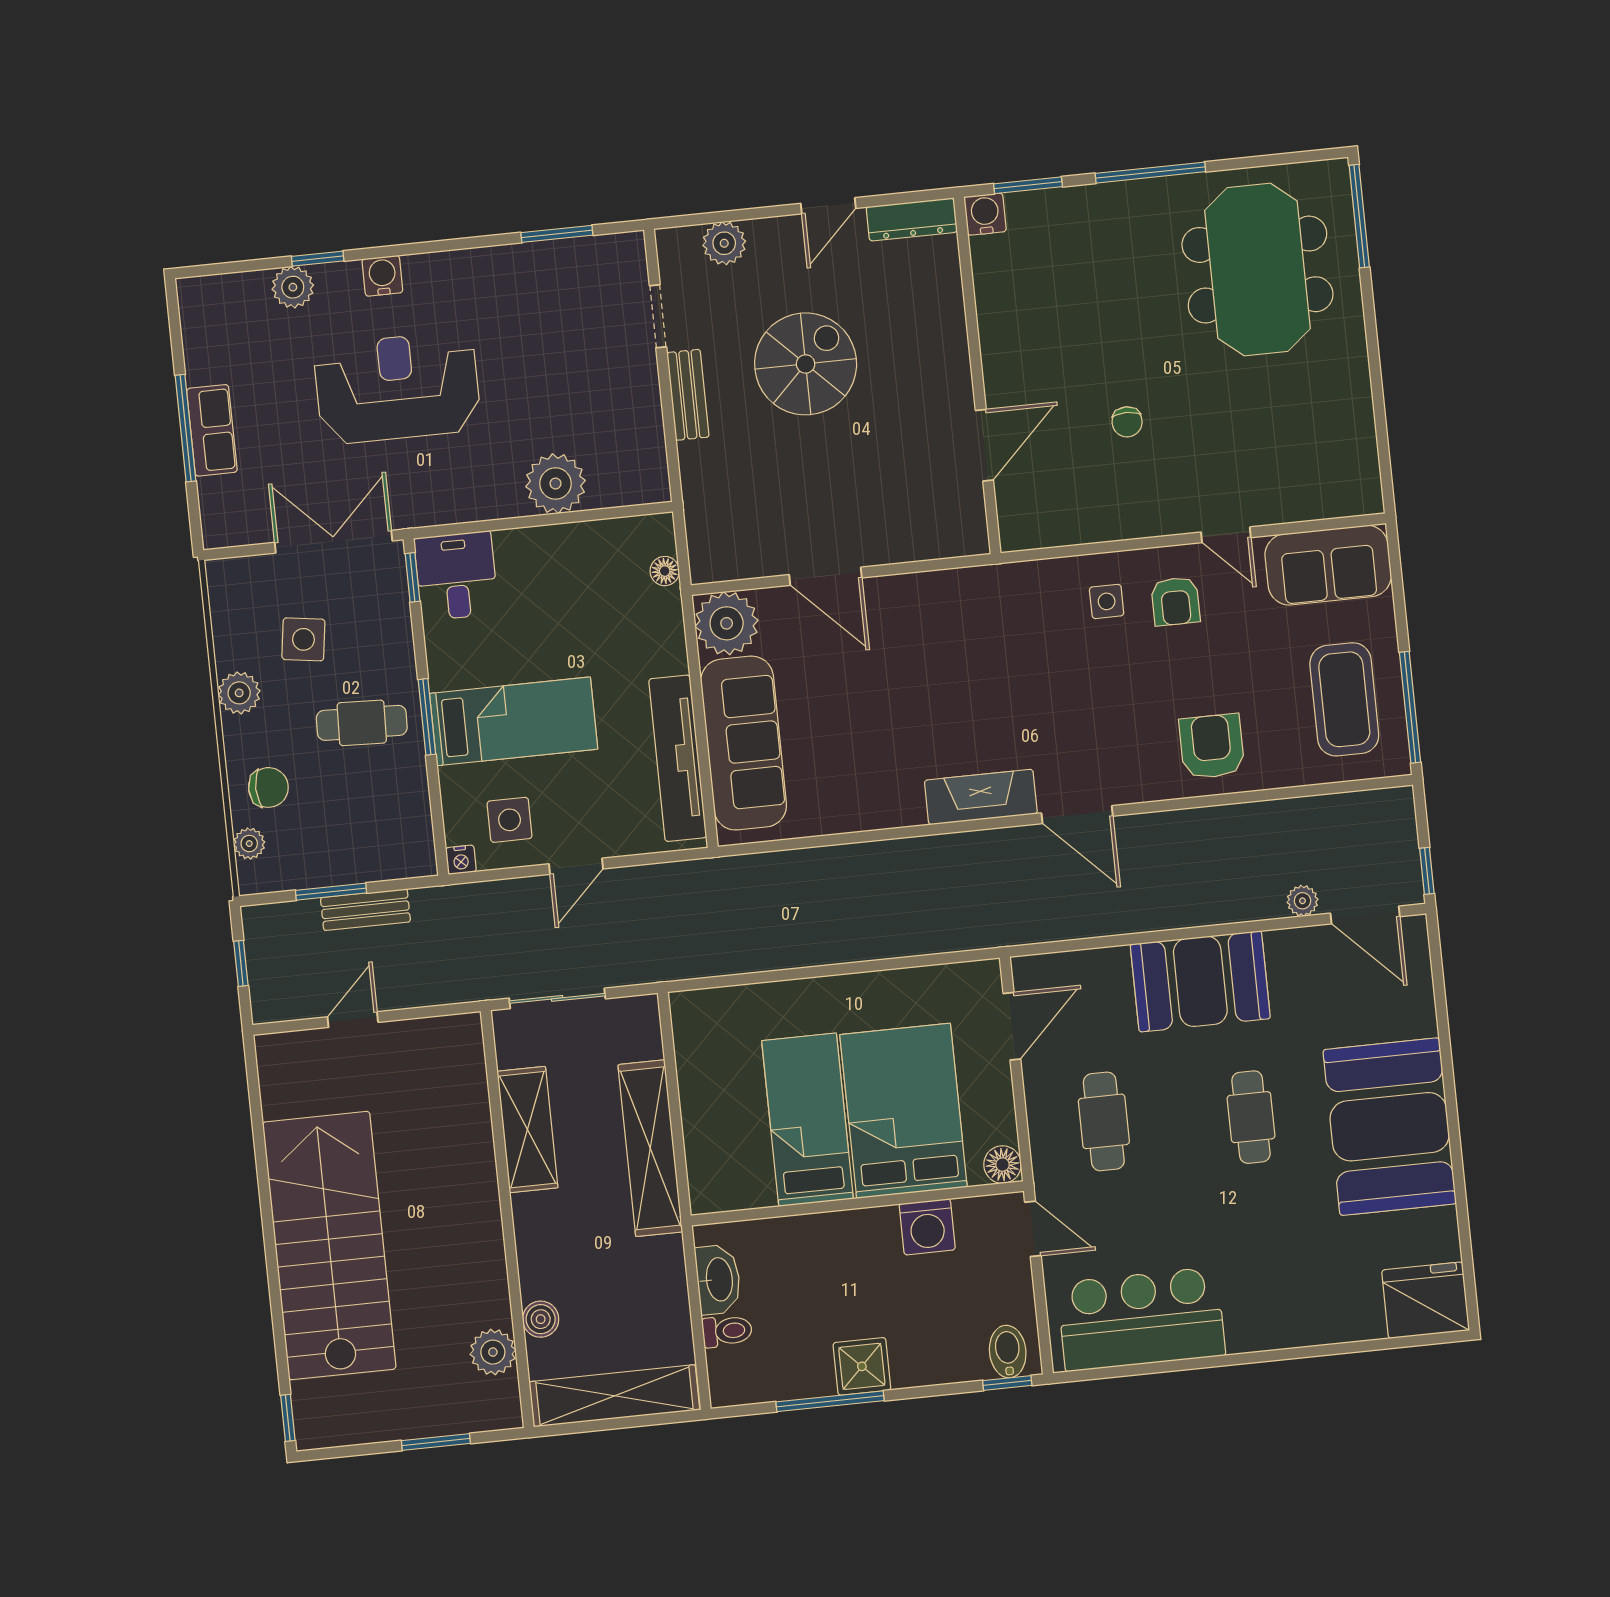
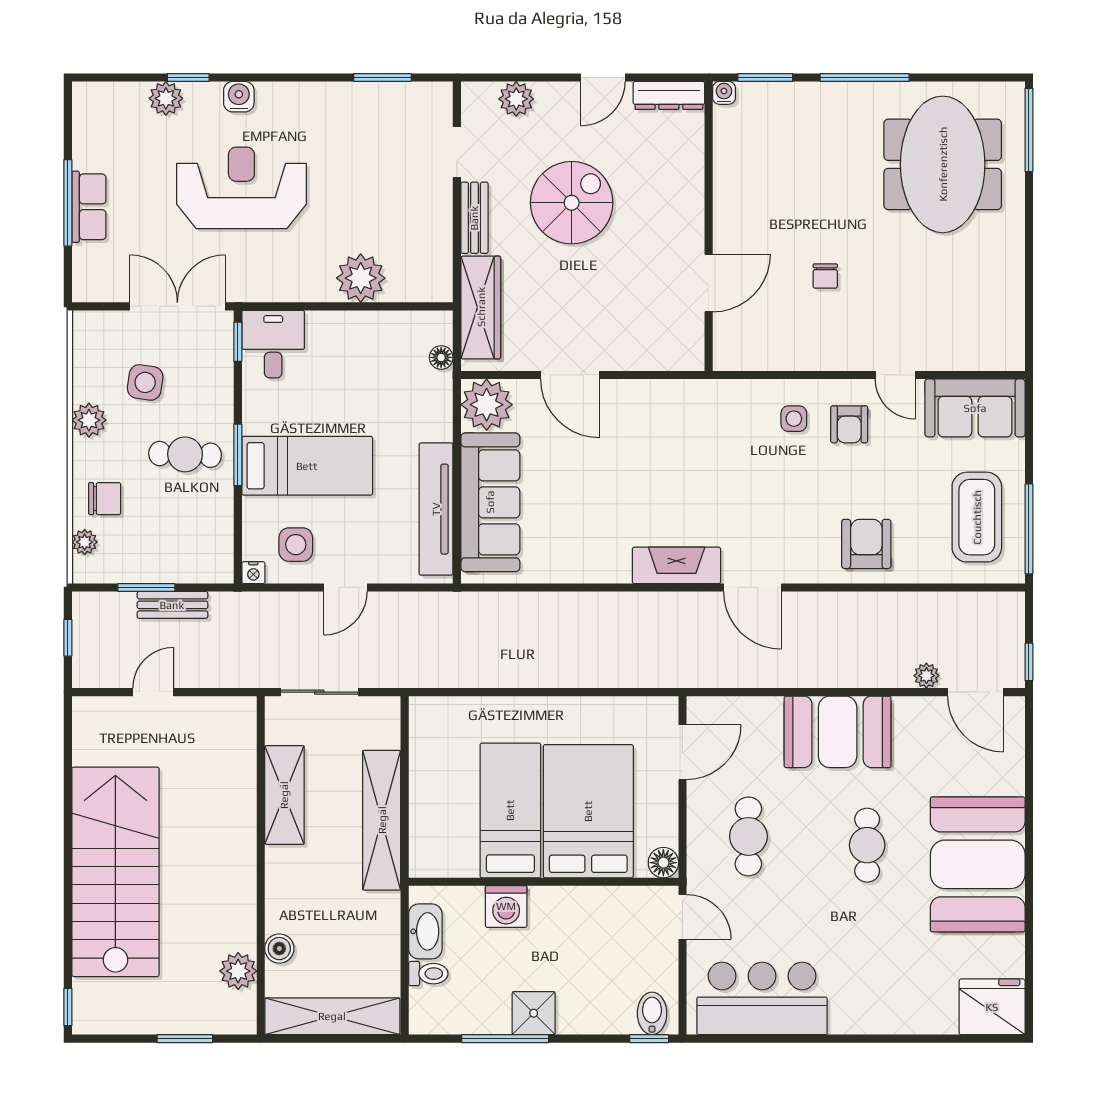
water cooler: (985, 214) -> (724, 93), width x0.72, depth x0.72
wardrobe: (707, 504) -> (481, 307), added
washing machine: (927, 1227) -> (506, 906), moved

